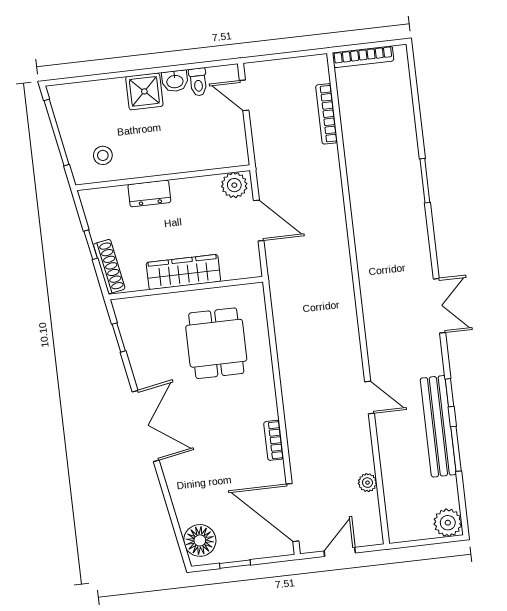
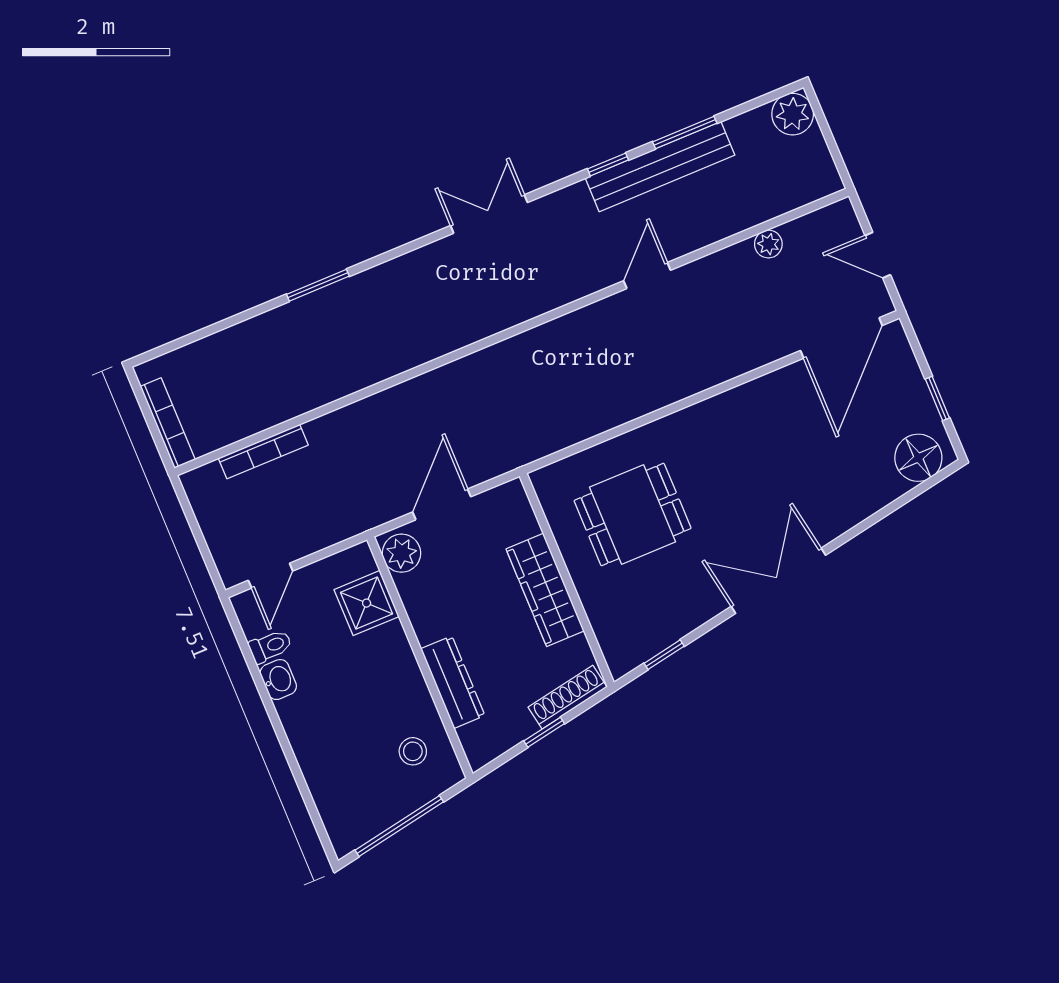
shower: (144, 91) -> (367, 603), moved
dresser: (149, 193) -> (453, 682), width x1.44
bookcase: (274, 440) -> (747, 394), removed

